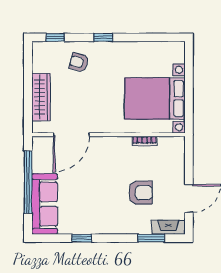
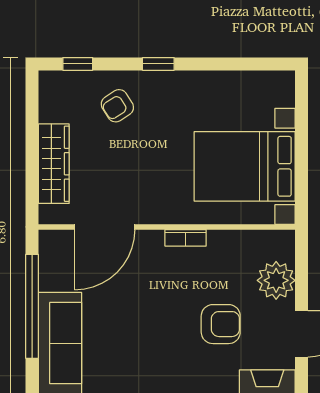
armchair: (79, 62) -> (117, 106), turned -48
bookcase: (144, 141) -> (186, 238), moved
plant: (174, 167) -> (276, 280), added

